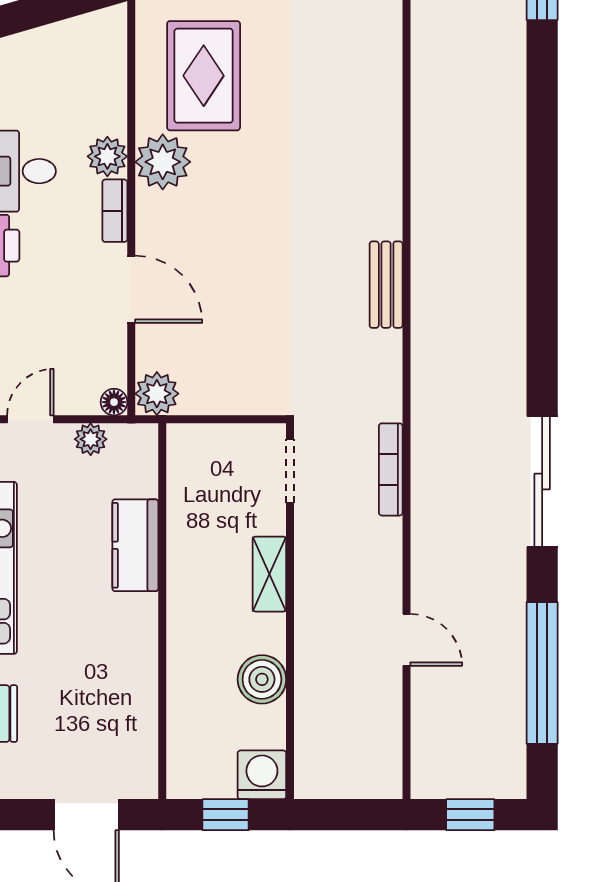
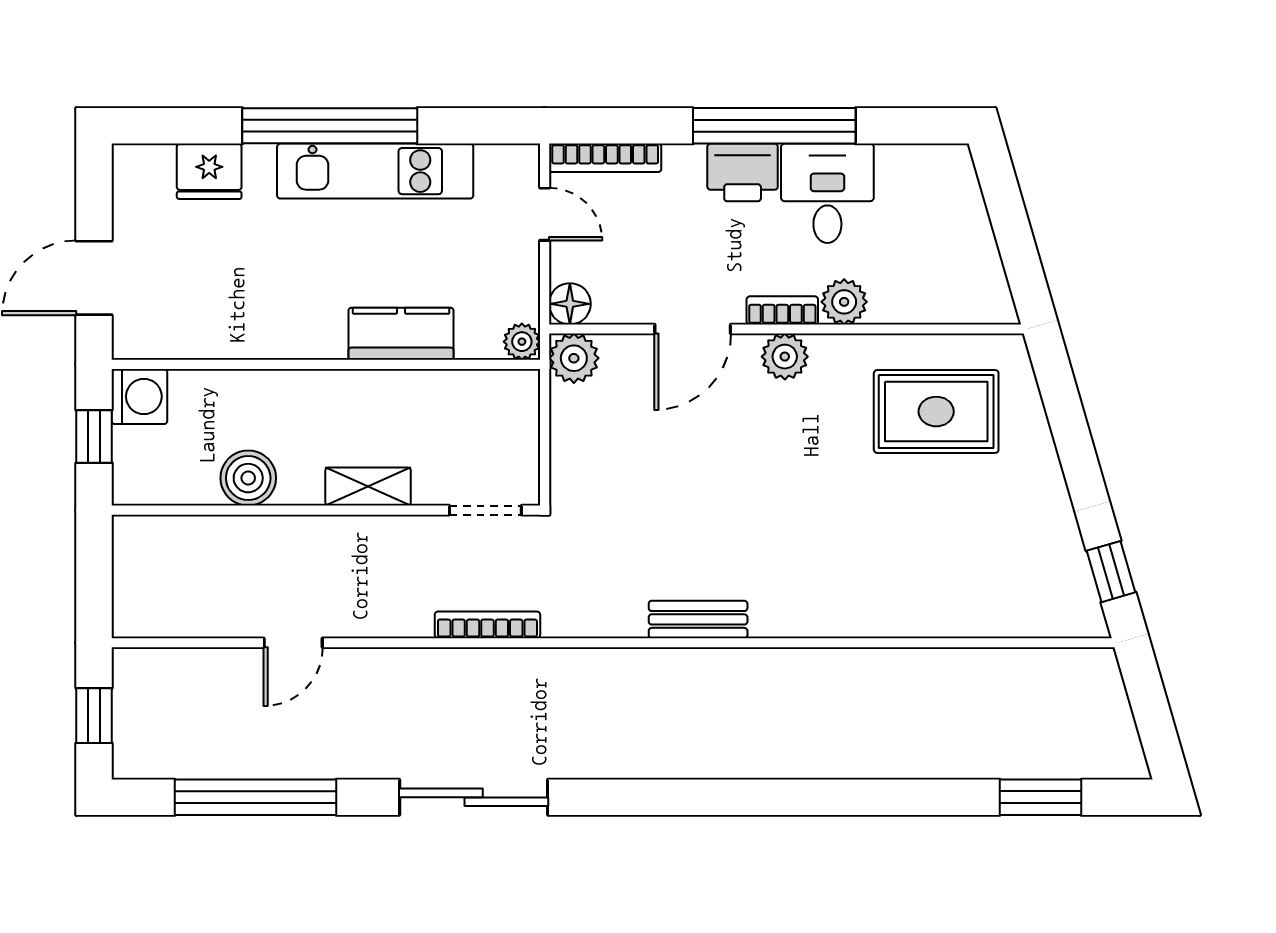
plant: (163, 162) -> (785, 357), moved, width x0.73, depth x0.73
floor lamp: (114, 402) -> (570, 304), width x1.37, depth x1.37
plant: (91, 439) -> (522, 342), moved
washing machine: (262, 775) -> (139, 396), moved

